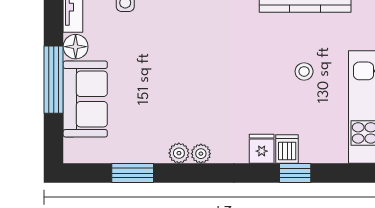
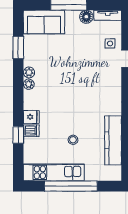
sofa: (85, 99) -> (44, 22), moved

